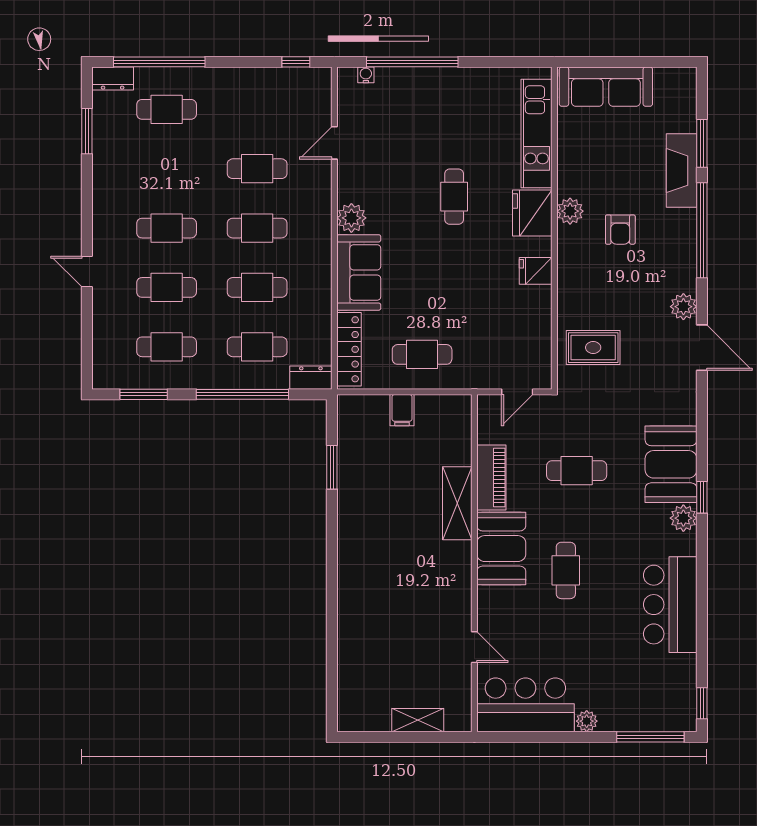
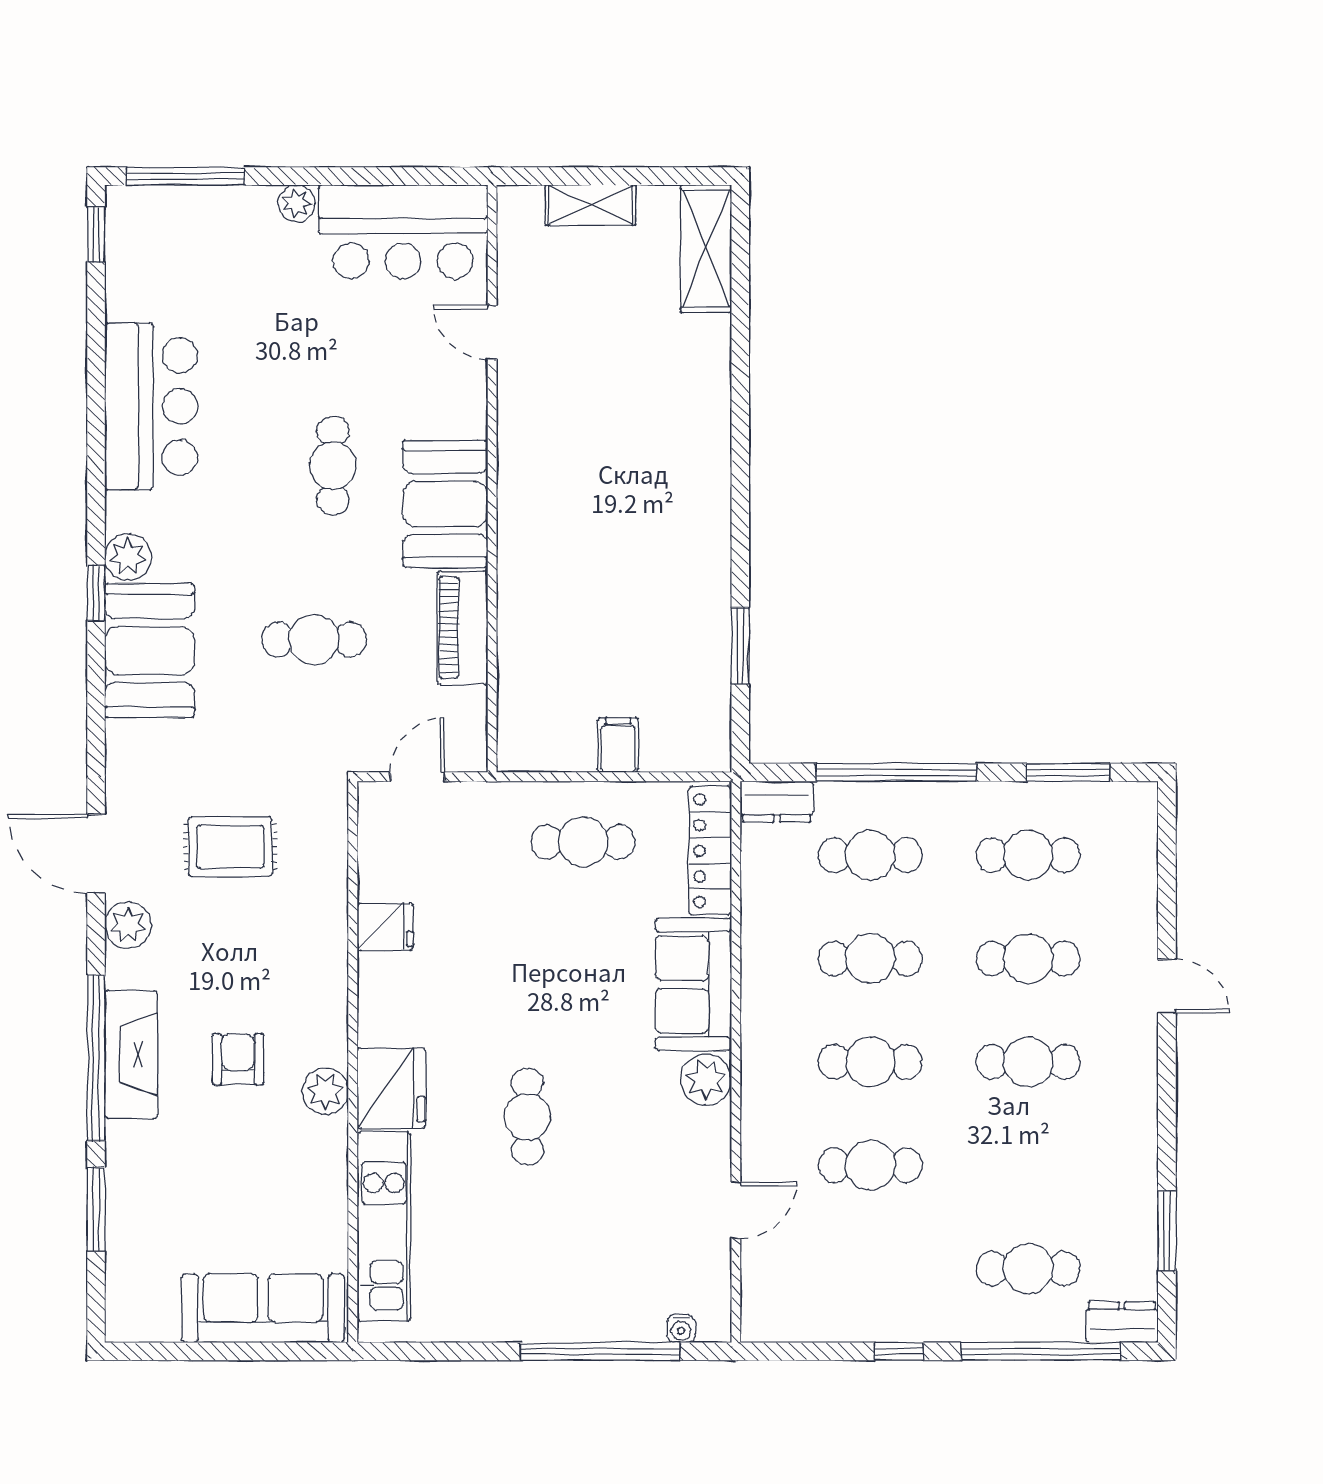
window: (296, 62) -> (899, 1351), moved
fireplace: (682, 171) -> (131, 1054), moved
fridge: (536, 271) -> (385, 927), moved
rug: (593, 348) -> (230, 847), moved
shelving: (457, 503) -> (706, 249), moved

